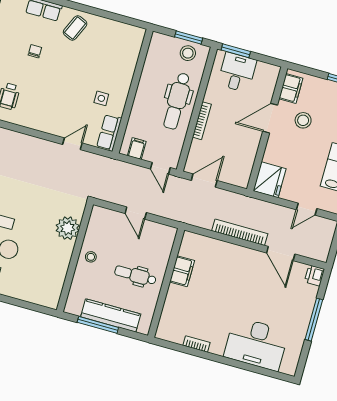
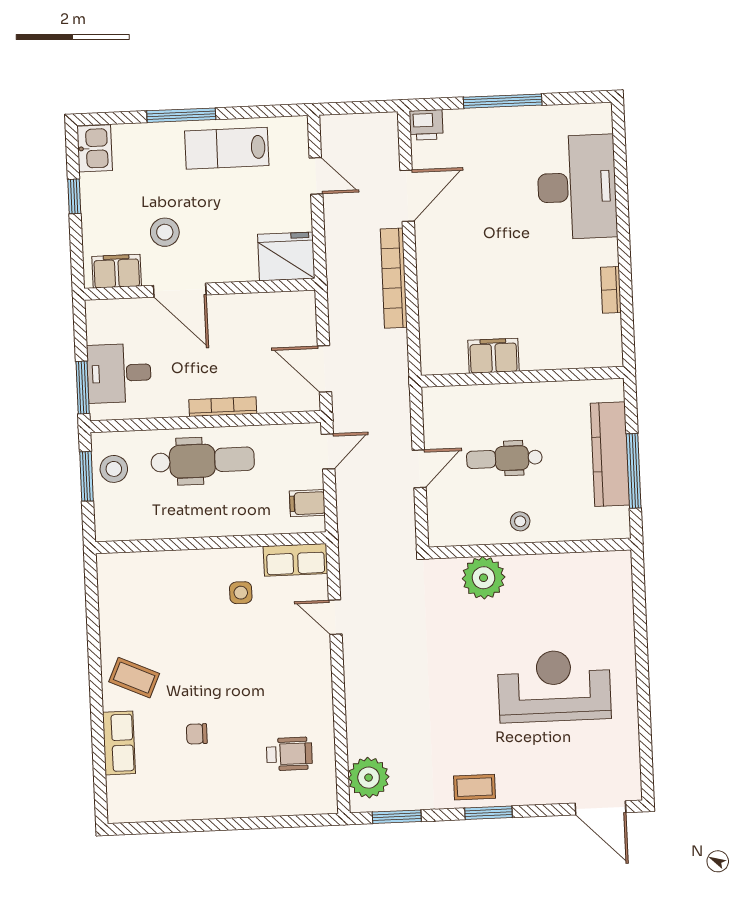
dental chair: (135, 275) -> (504, 458), moved, turned 90

